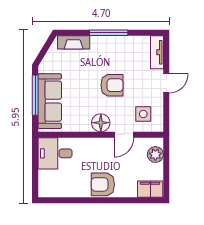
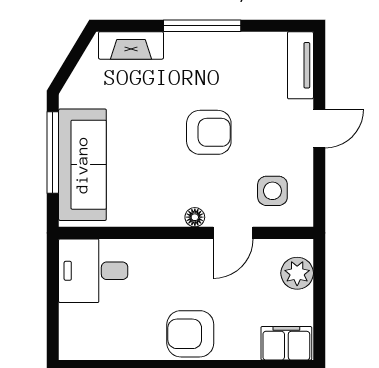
floor lamp: (101, 123) -> (195, 217), width x0.53, depth x0.53

